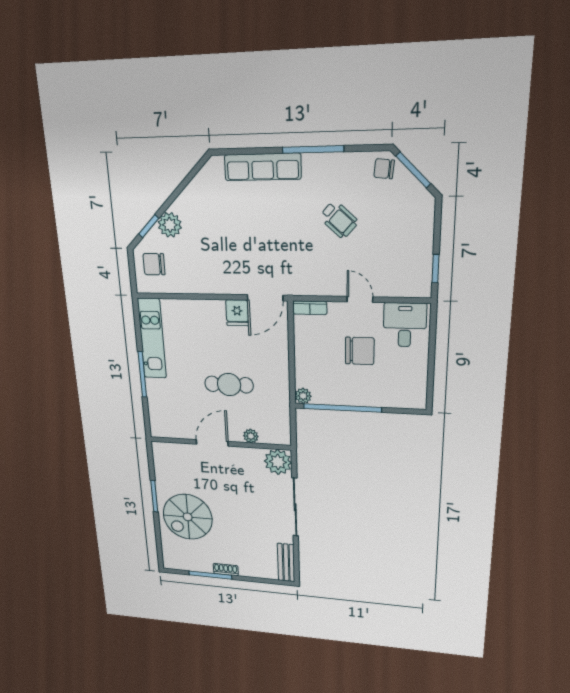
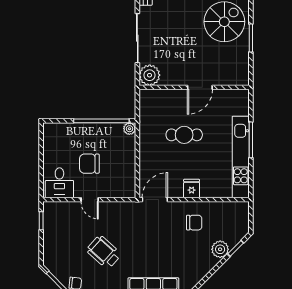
wheelchair: (339, 220) -> (104, 252), width x1.36, depth x1.37
chair: (154, 264) -> (194, 223), moved
bookcase: (310, 308) -> (124, 193), removed
fridge: (237, 313) -> (192, 189), moved
kitchen unit: (152, 339) -> (241, 157), width x1.36
plant: (251, 436) -> (170, 95), removed

